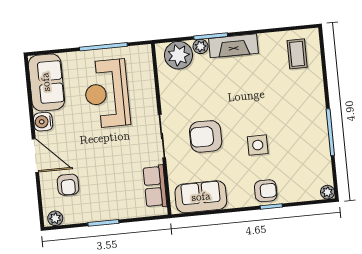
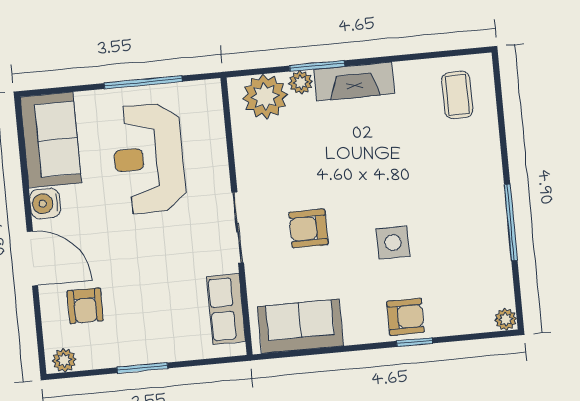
armchair: (206, 136) -> (308, 228), width x0.72, depth x0.72

